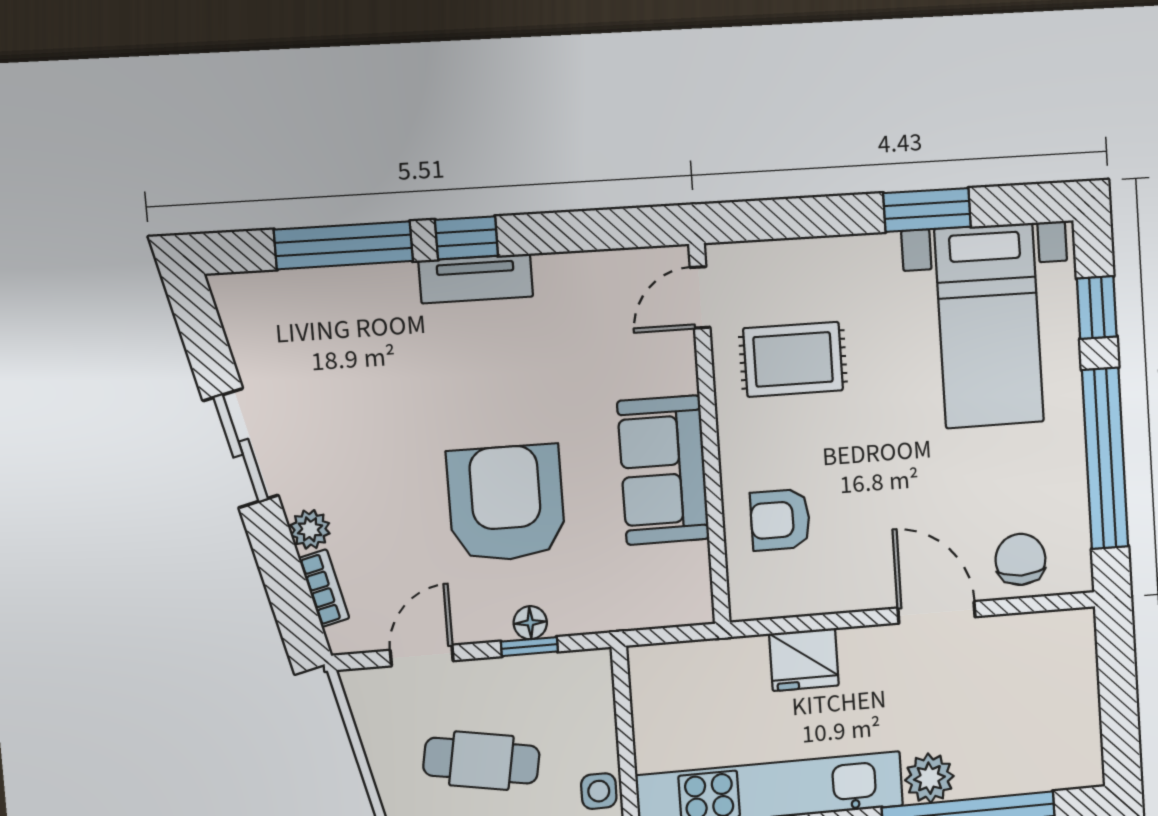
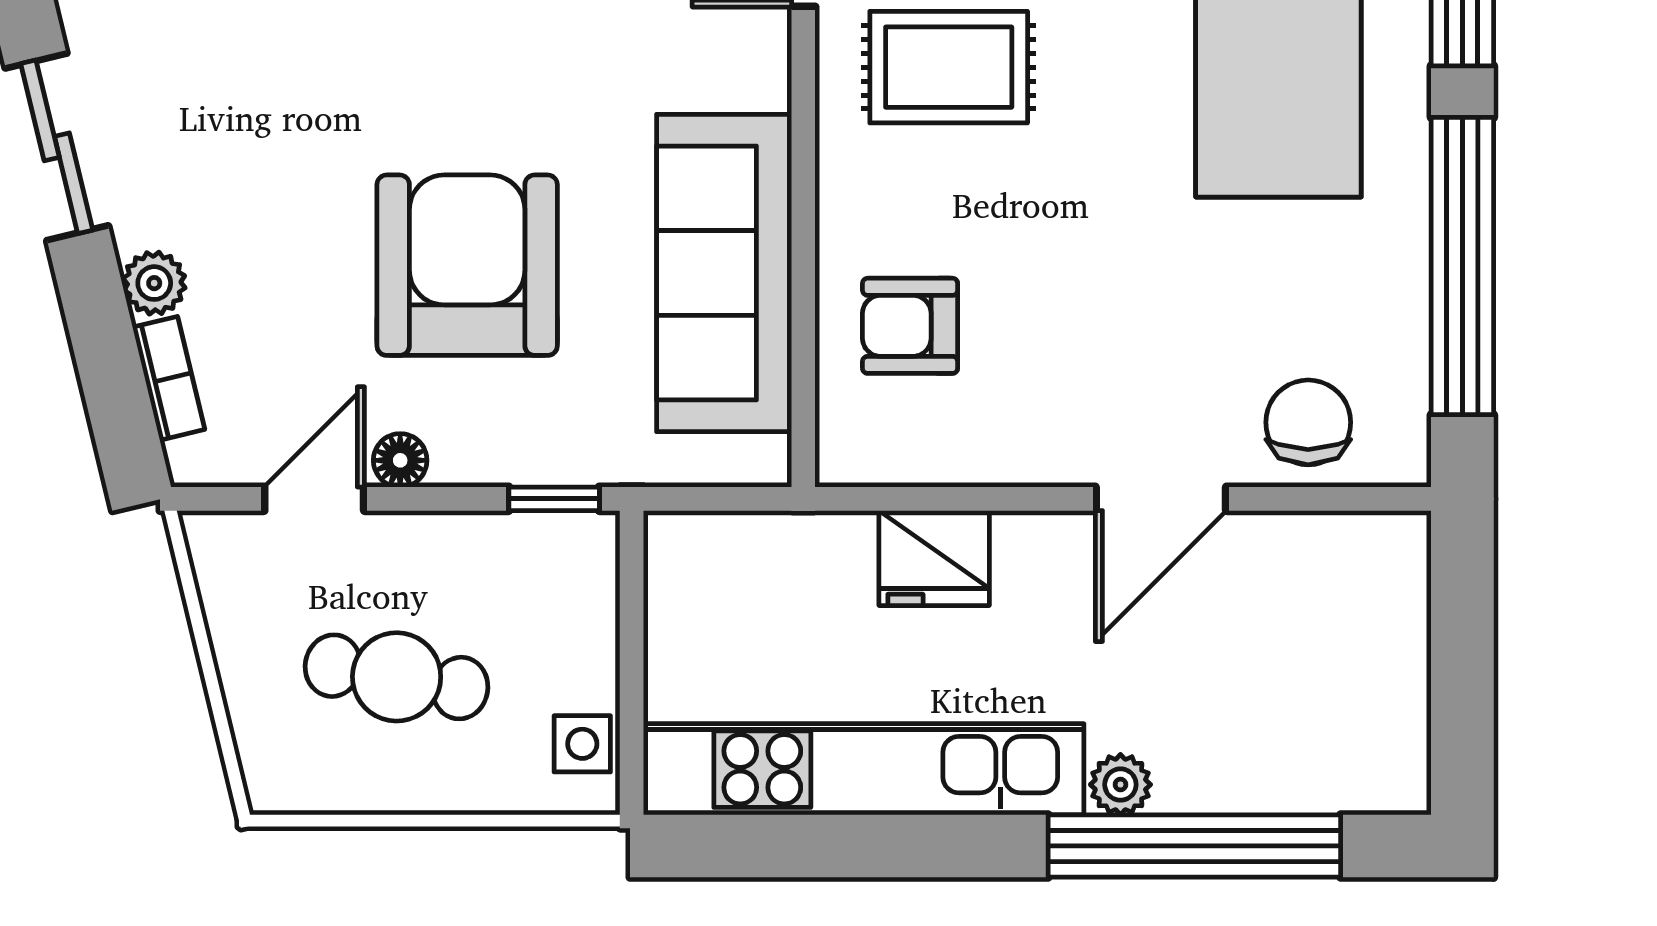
sofa: (663, 470) -> (724, 273), width x1.36
door: (937, 612) -> (1161, 499), swing flipped
floor lamp: (530, 623) -> (400, 460), moved
window: (529, 647) -> (554, 499), moved
plant: (929, 778) -> (1120, 785), width x0.73, depth x0.73

